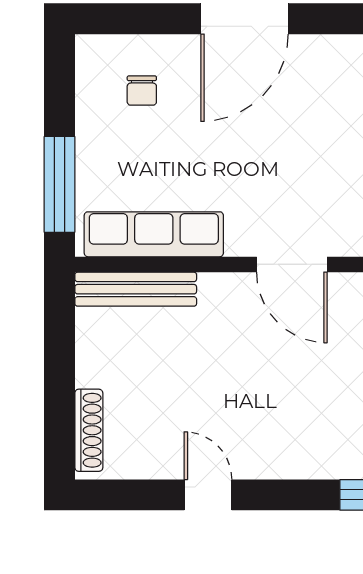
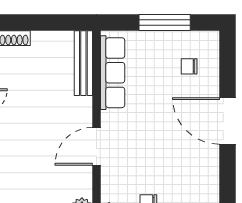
window: (59, 184) -> (165, 22), moved

